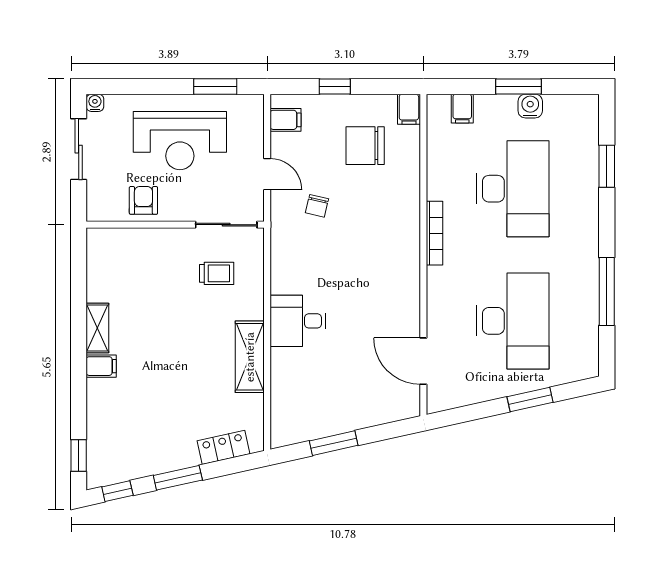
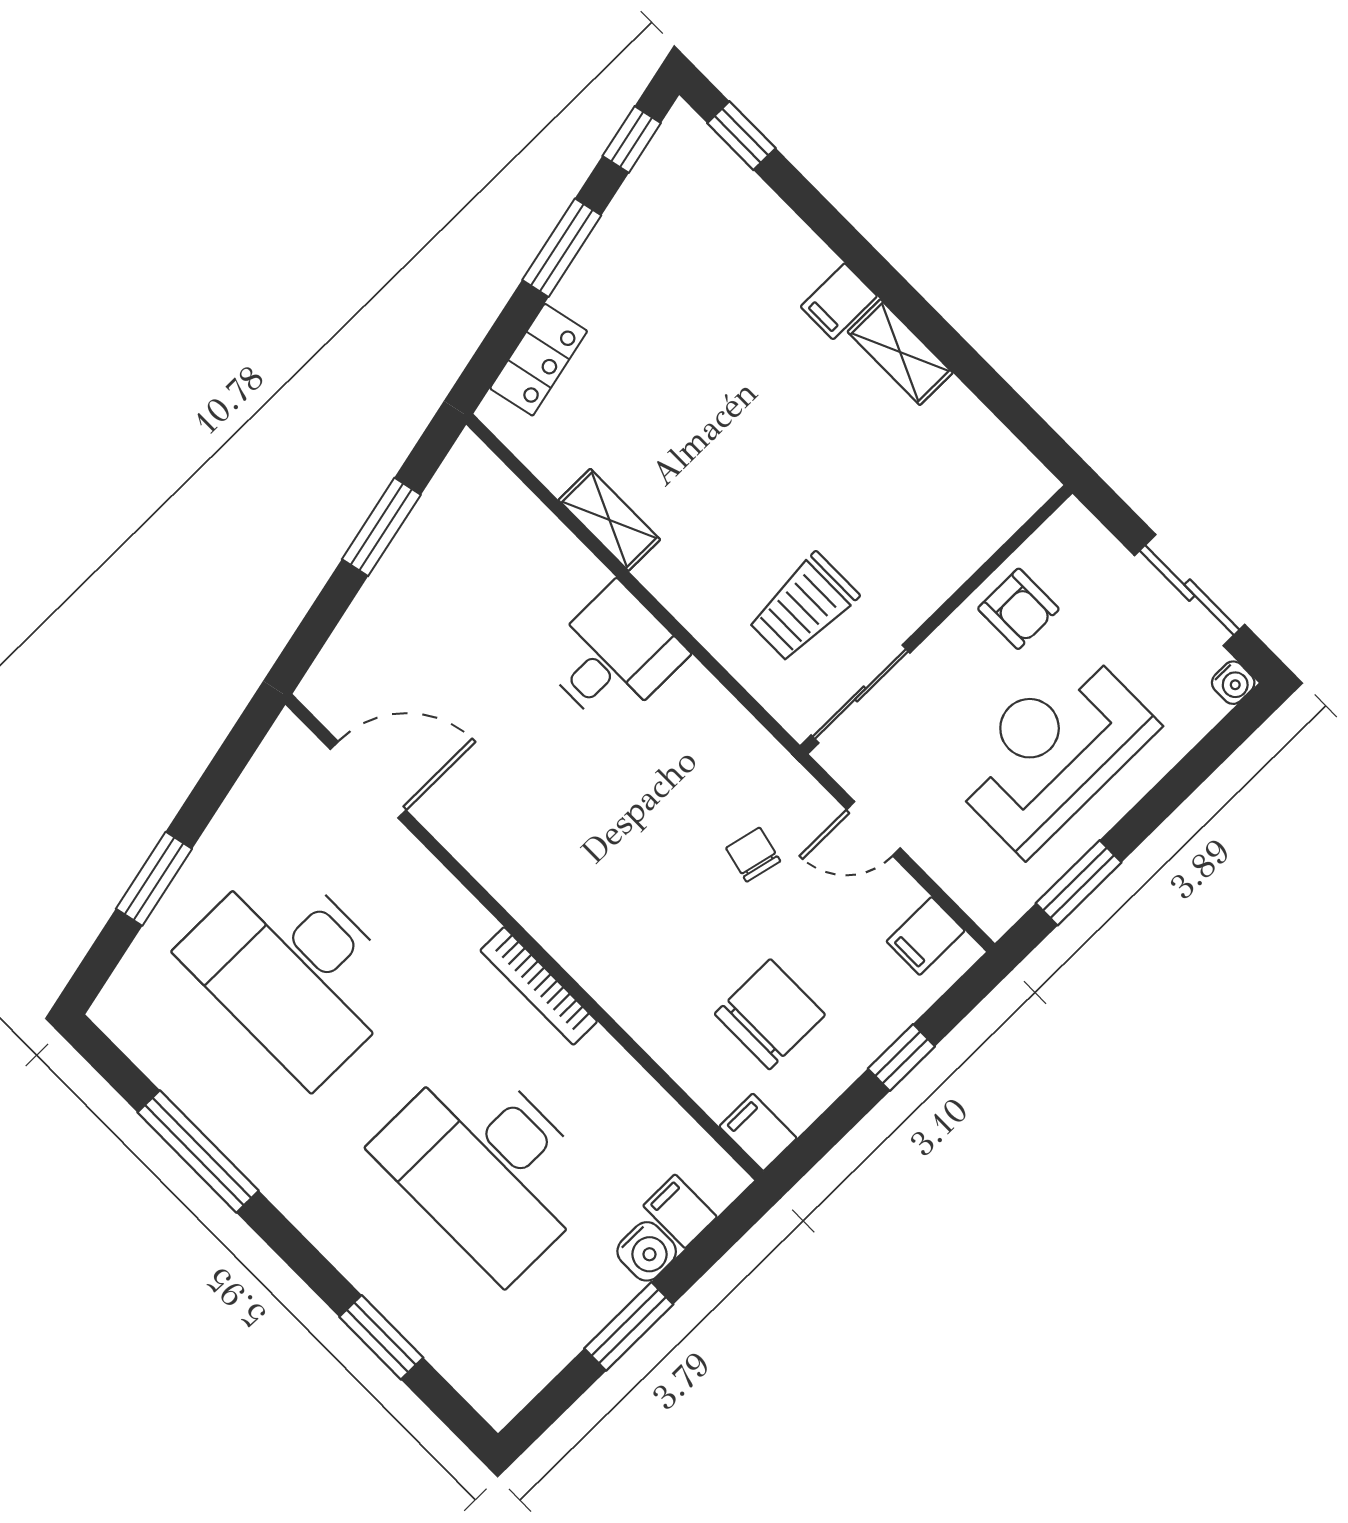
water cooler: (530, 106) -> (647, 1251), moved
trolley: (217, 273) -> (803, 608), width x1.36, depth x1.39
shelving: (250, 357) -> (609, 520), width x0.67, depth x0.75

